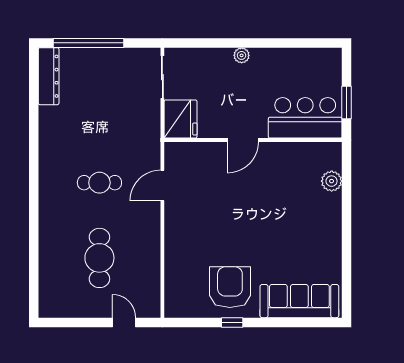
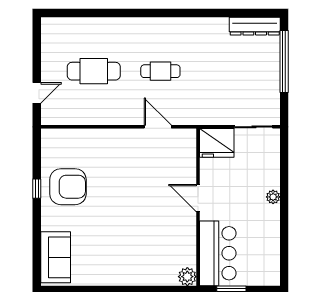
plant: (332, 181) -> (187, 277), moved
cafe table: (99, 183) -> (160, 71), turned 90
sofa: (299, 301) -> (56, 257), width x0.73

